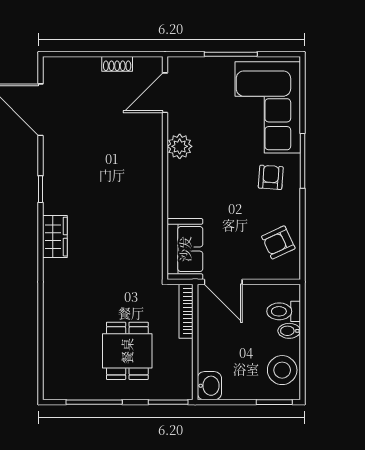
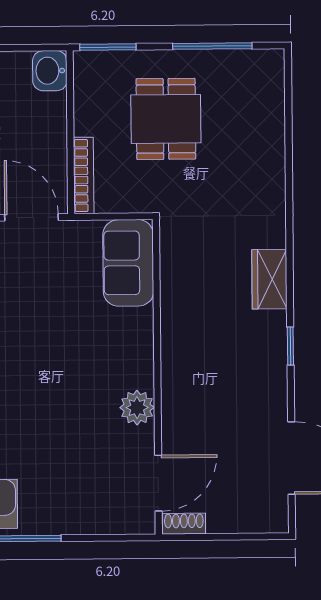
door: (165, 93) -> (158, 483), moved
plant: (180, 146) -> (137, 408), moved
wall: (165, 168) -> (157, 377), moved
sofa: (185, 249) -> (128, 263), moved

